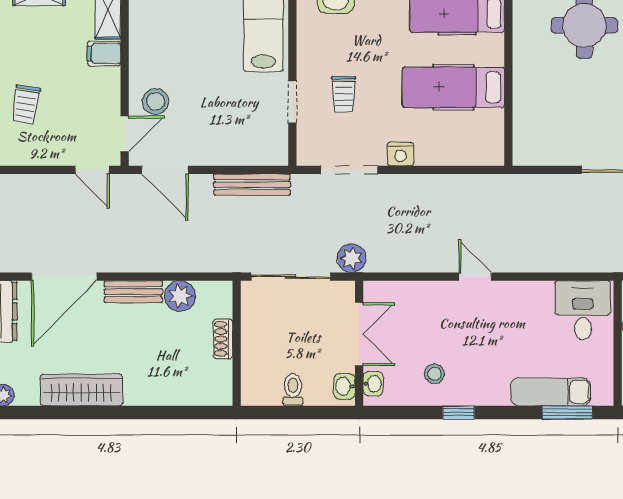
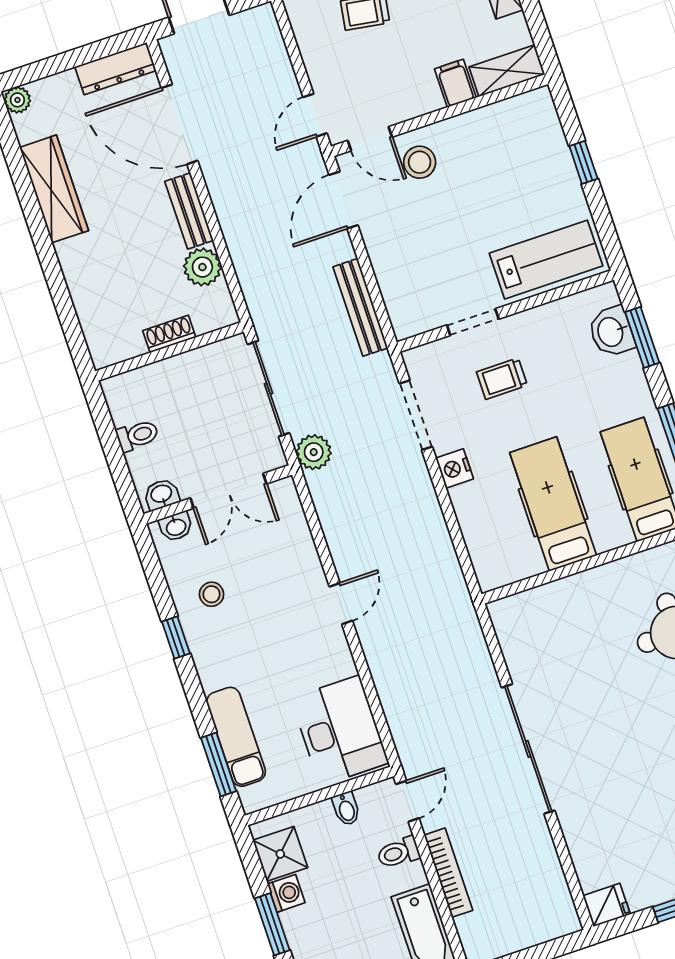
desk: (583, 310) -> (340, 731), width x1.37

